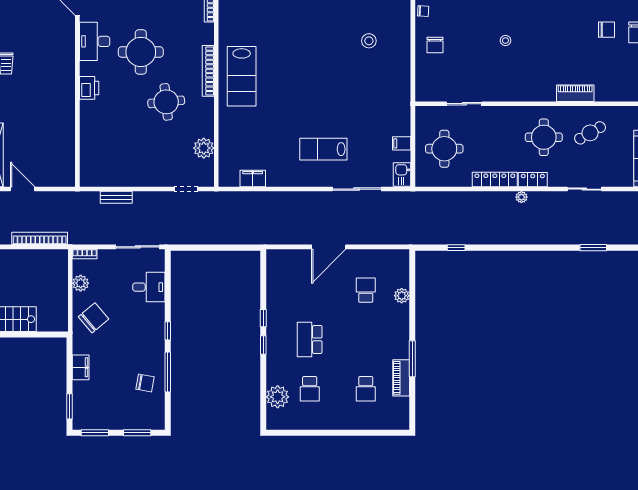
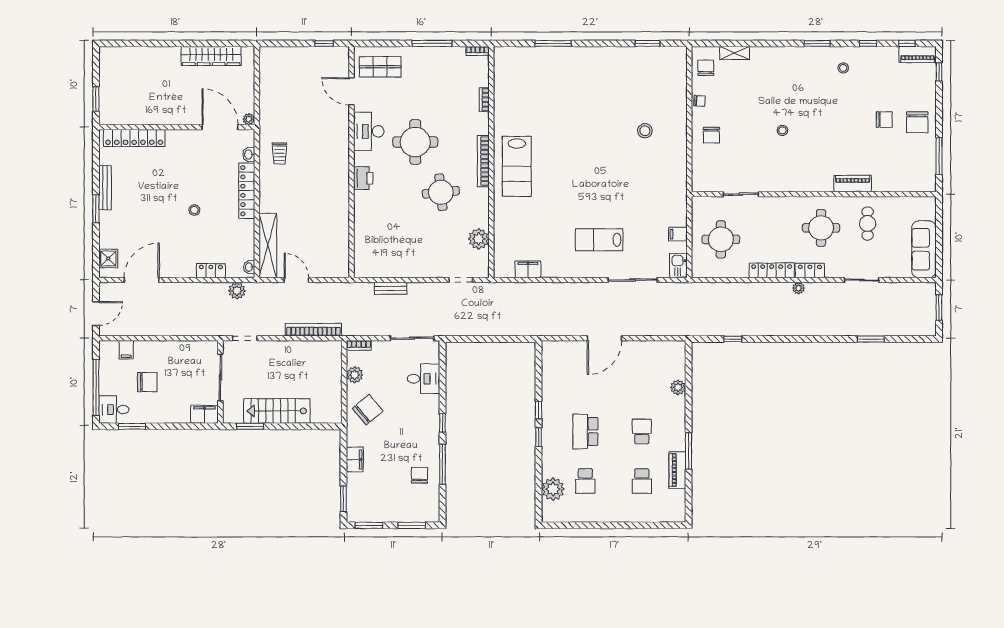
cafe table: (590, 133) -> (868, 223), turned -60
school desk: (366, 290) -> (642, 431), moved
chair: (145, 383) -> (419, 475), turned -100

